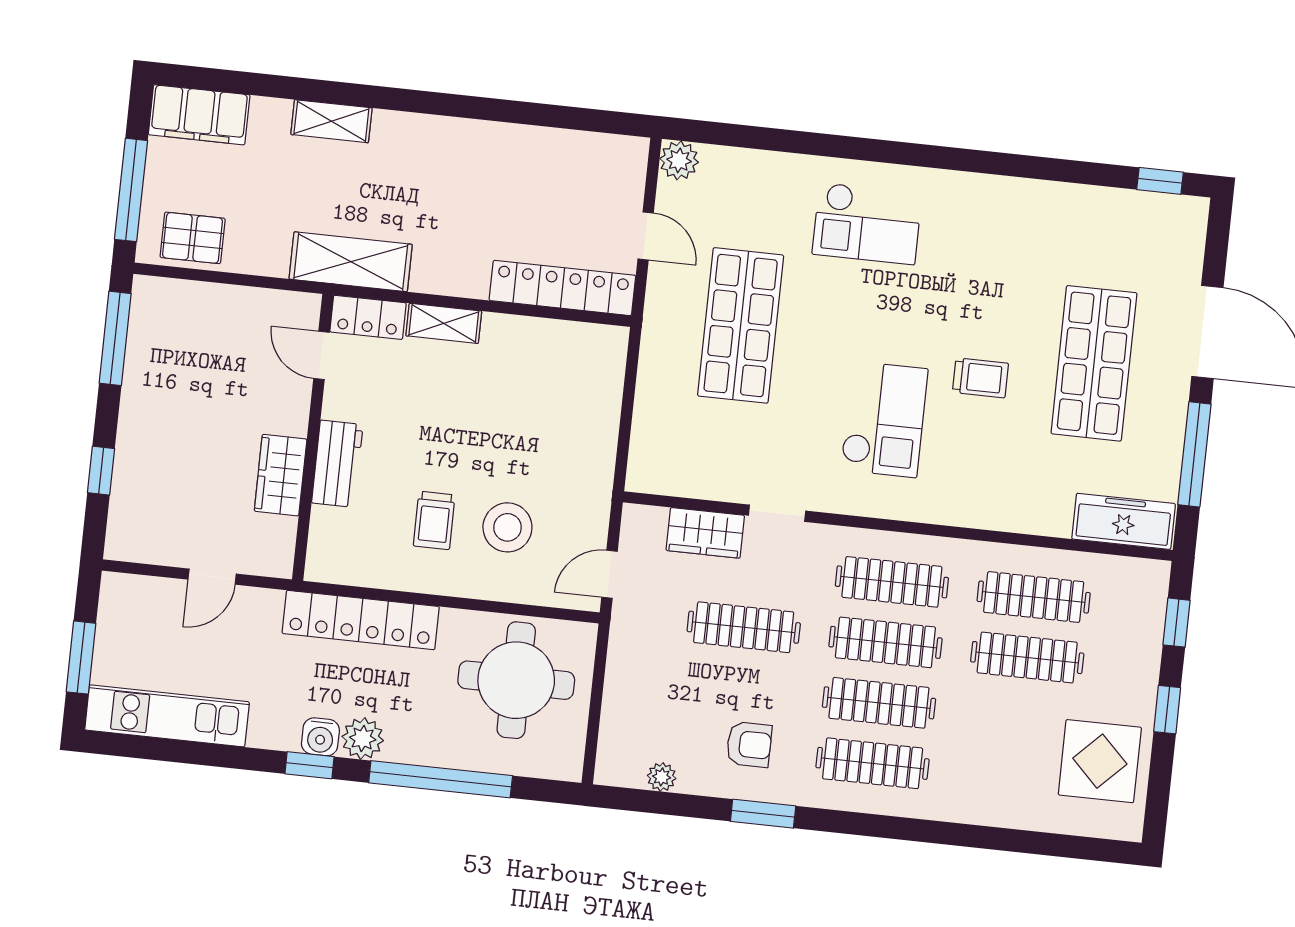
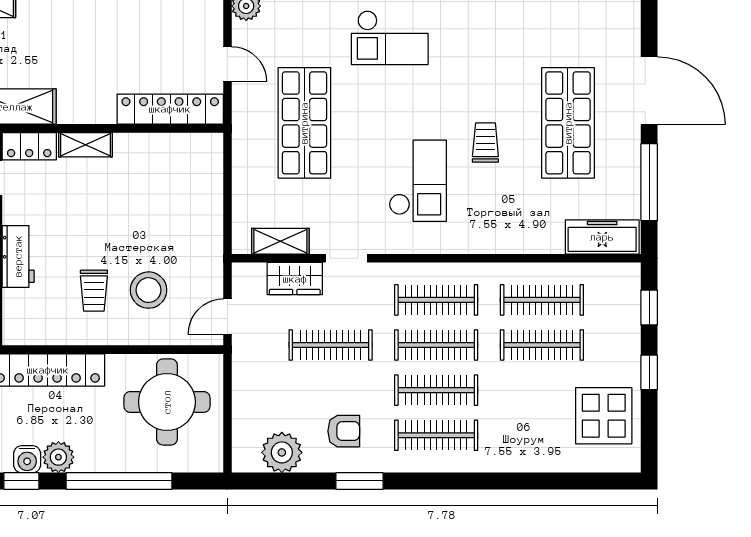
trolley: (981, 378) -> (485, 142), turned -90
shelving: (691, 481) -> (280, 241), added
plant: (662, 777) -> (282, 452), width x1.88, depth x1.88

